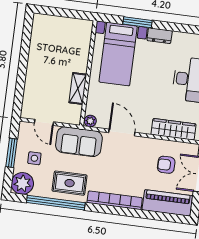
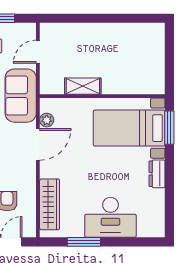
window: (137, 22) -> (169, 128), moved
plant: (90, 121) -> (47, 120), moved

